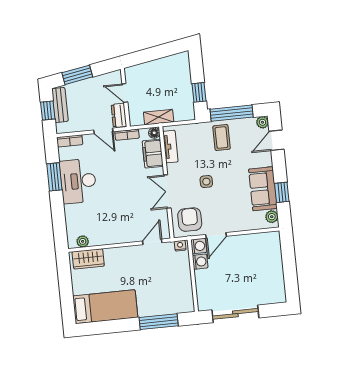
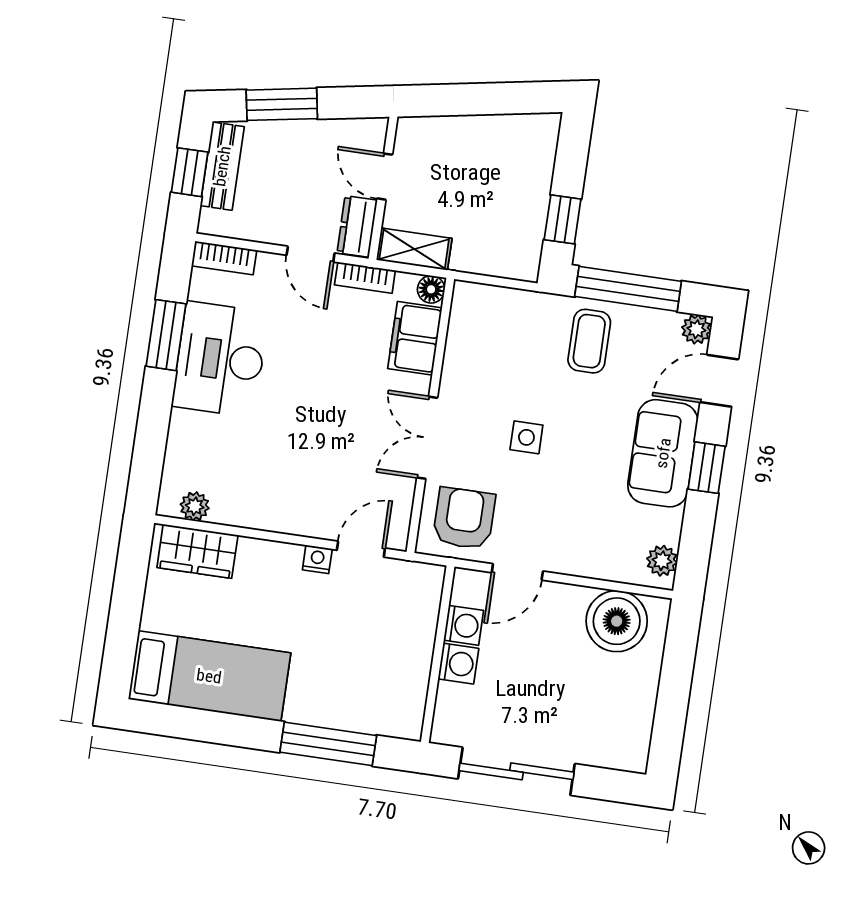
shelving: (159, 117) -> (414, 249), moved
tv unit: (170, 147) -> (462, 332), removed
sofa: (263, 189) -> (663, 453), moved
window: (282, 192) -> (707, 468), moved
boiler: (260, 245) -> (617, 621), added
nightstand: (180, 246) -> (317, 559), moved
washing machine: (199, 246) -> (458, 664), moved

